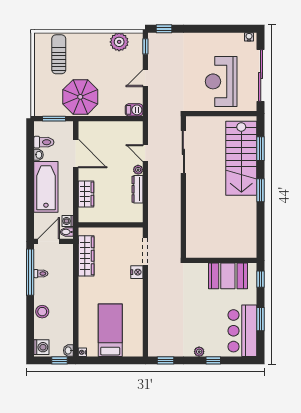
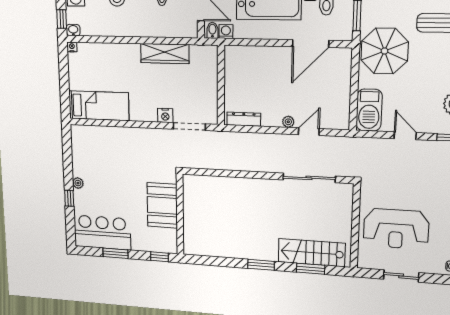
sliding door: (261, 75) -> (401, 276), width x0.54
reception desk: (221, 81) -> (396, 229), turned 180
barbecue: (134, 110) -> (369, 110), width x1.88, depth x1.53
stairs: (241, 158) -> (312, 253), width x0.73, depth x0.66
dresser: (137, 189) -> (244, 119), moved
wardrobe: (86, 194) -> (259, 55), removed
wardrobe: (86, 256) -> (165, 54), moved
booth: (228, 276) -> (162, 205), moved
bed: (110, 330) -> (99, 106), moved
window: (166, 360) -> (67, 144), removed

